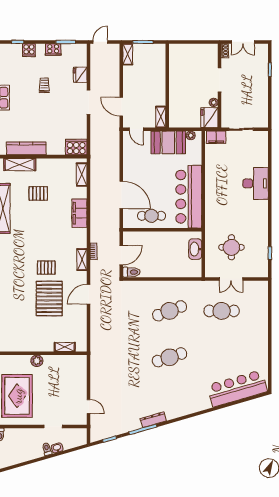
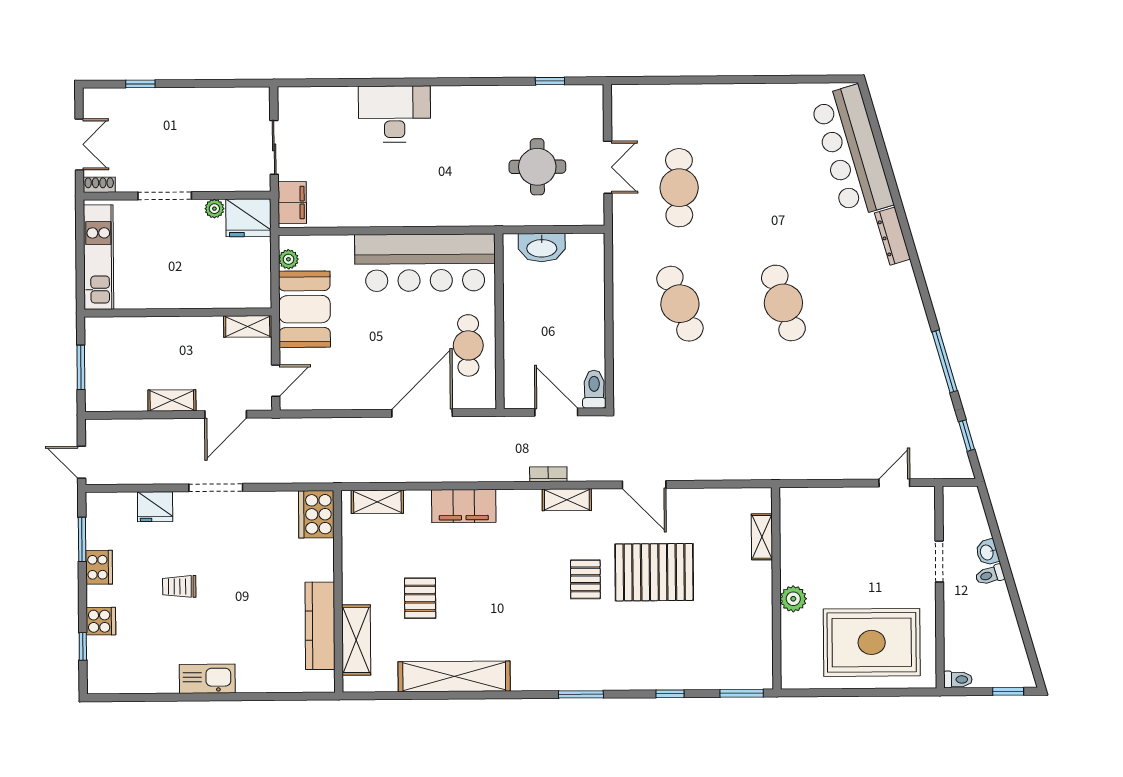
kitchen unit: (192, 50) -> (98, 257), added
shelving: (128, 54) -> (172, 400), moved
dresser: (153, 420) -> (893, 236), moved

